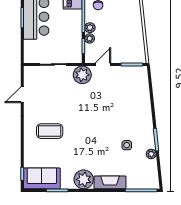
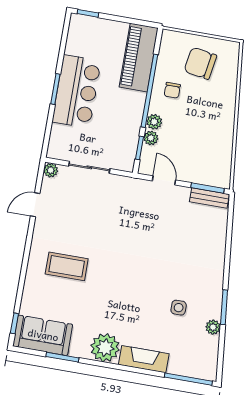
door: (103, 64) -> (164, 180), hinge flipped
bench: (134, 71) -> (209, 198), added
plant: (82, 75) -> (51, 170), moved, width x0.53, depth x0.53

